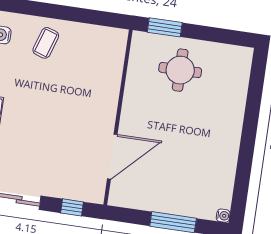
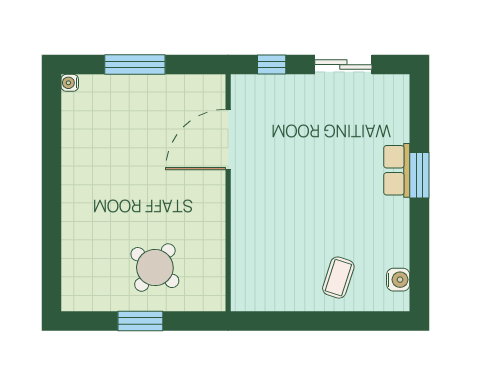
window: (165, 27) -> (140, 321), moved
round table: (180, 70) -> (155, 268), turned 38

